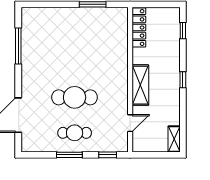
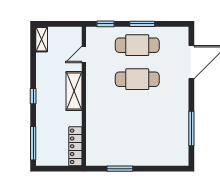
window: (183, 31) -> (33, 143), width x2.17
cafe table: (75, 133) -> (137, 45), width x1.37, depth x1.35

